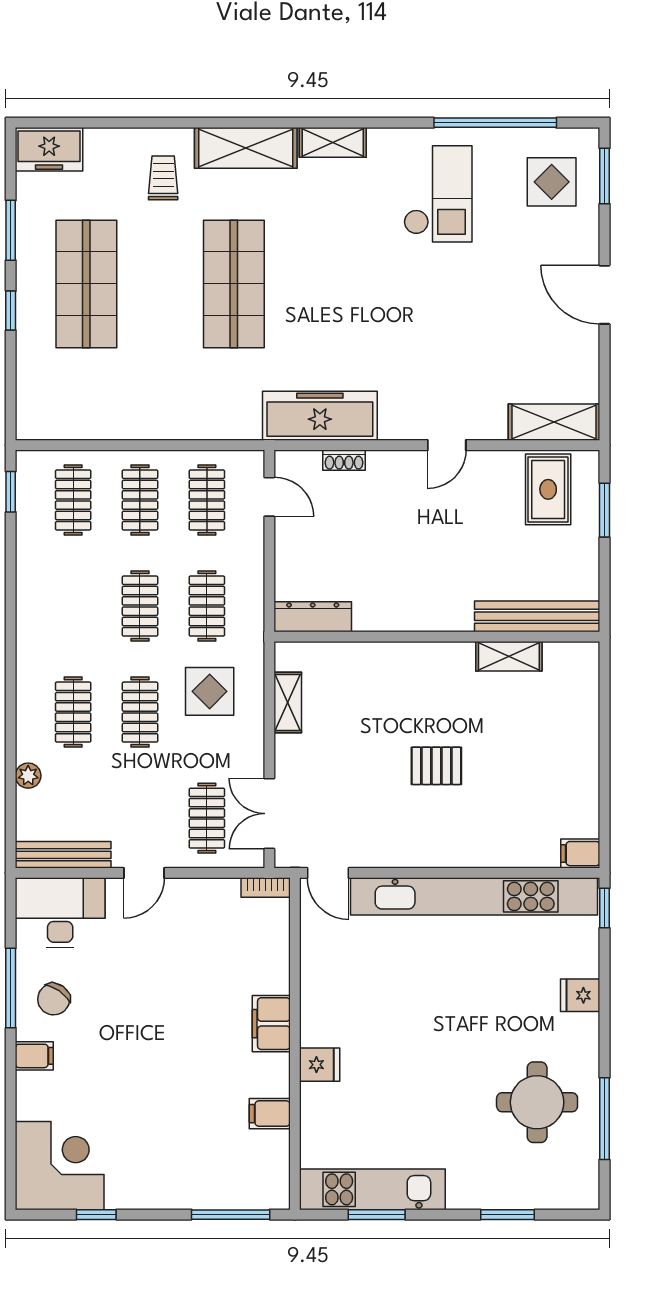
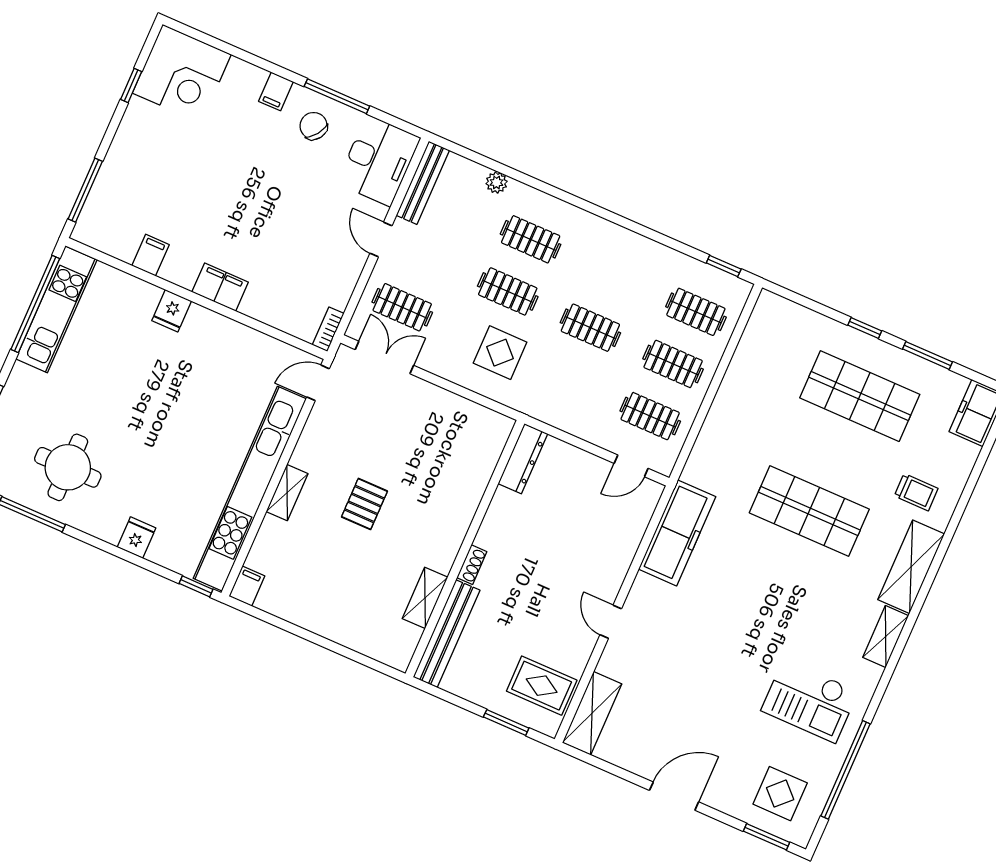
shoe rack: (344, 460) -> (472, 565), moved, turned 180
clothes rail: (207, 606) -> (568, 380), removed
shelving: (288, 702) -> (287, 493), moved, turned 90
window: (377, 1215) -> (35, 304), width x2.11

